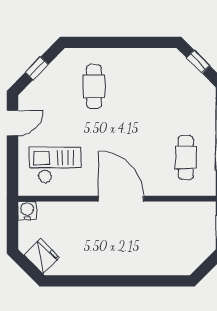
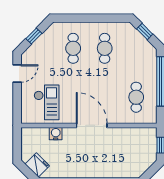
cafe table: (140, 86) -> (105, 48), added
checkout: (55, 165) -> (47, 102), turned 90
water cooler: (27, 210) -> (56, 134), moved

